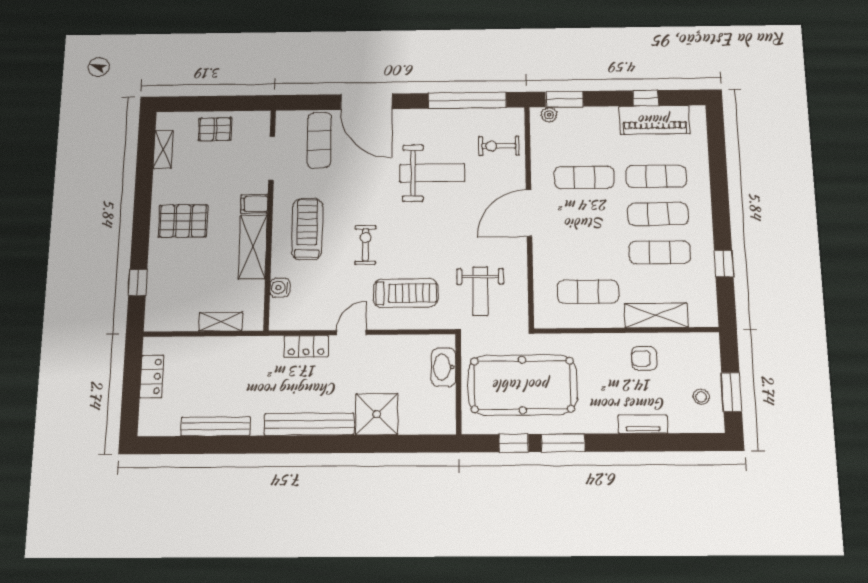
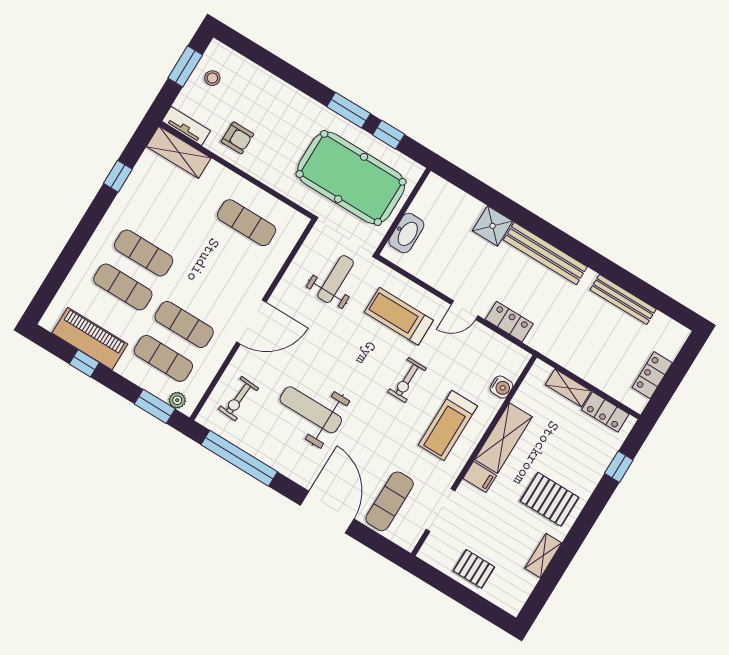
exercise bike: (499, 146) -> (238, 399), turned 94
shelving: (163, 150) -> (543, 556), moved
exercise mat: (660, 252) -> (163, 358), moved
shelving: (656, 315) -> (179, 152), moved
locker: (176, 321) -> (605, 412), added
shower: (377, 414) -> (493, 226), width x0.73, depth x0.73
tv unit: (643, 424) -> (186, 126), moved, turned 180

